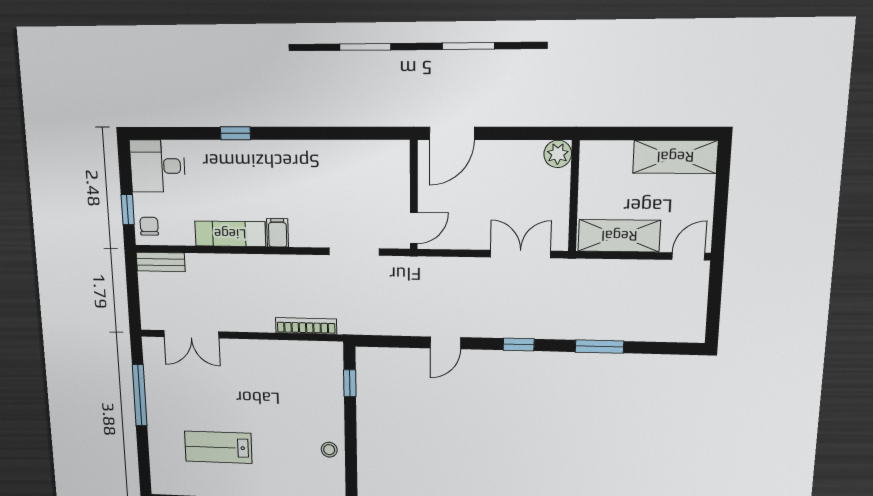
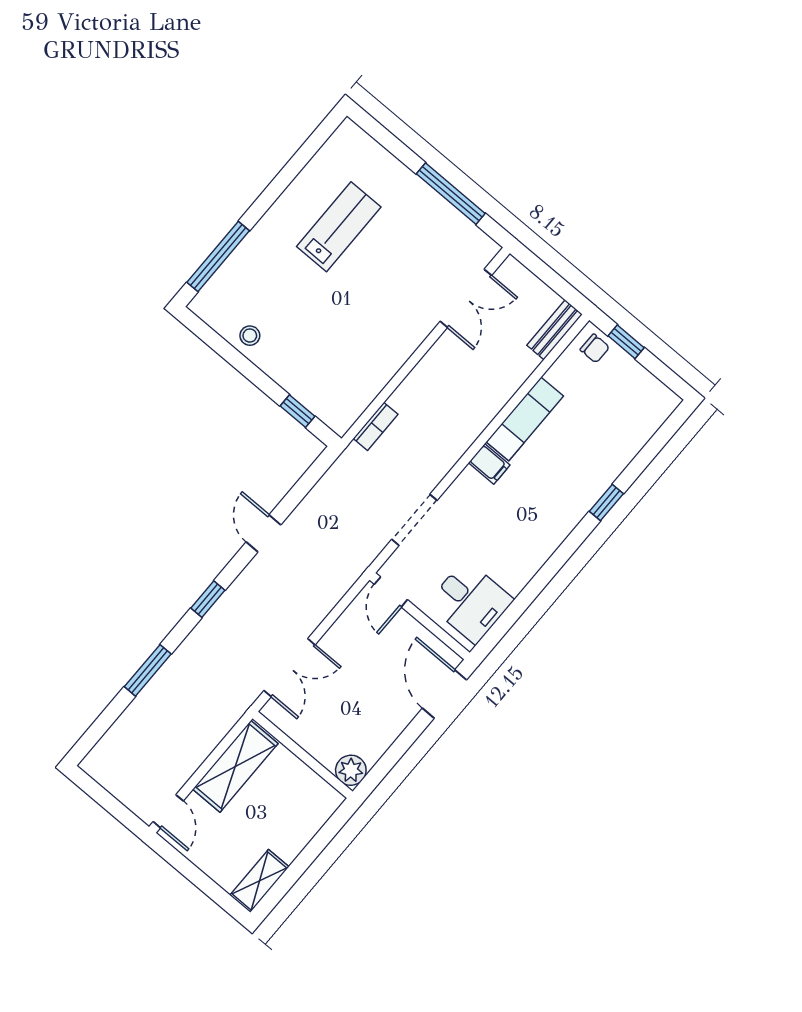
shelving: (675, 157) -> (259, 881), width x0.67, depth x0.75
desk: (158, 166) -> (470, 602), moved, turned 90
bookcase: (306, 326) -> (376, 426), width x0.64
double door: (191, 334) -> (466, 298), swing flipped

